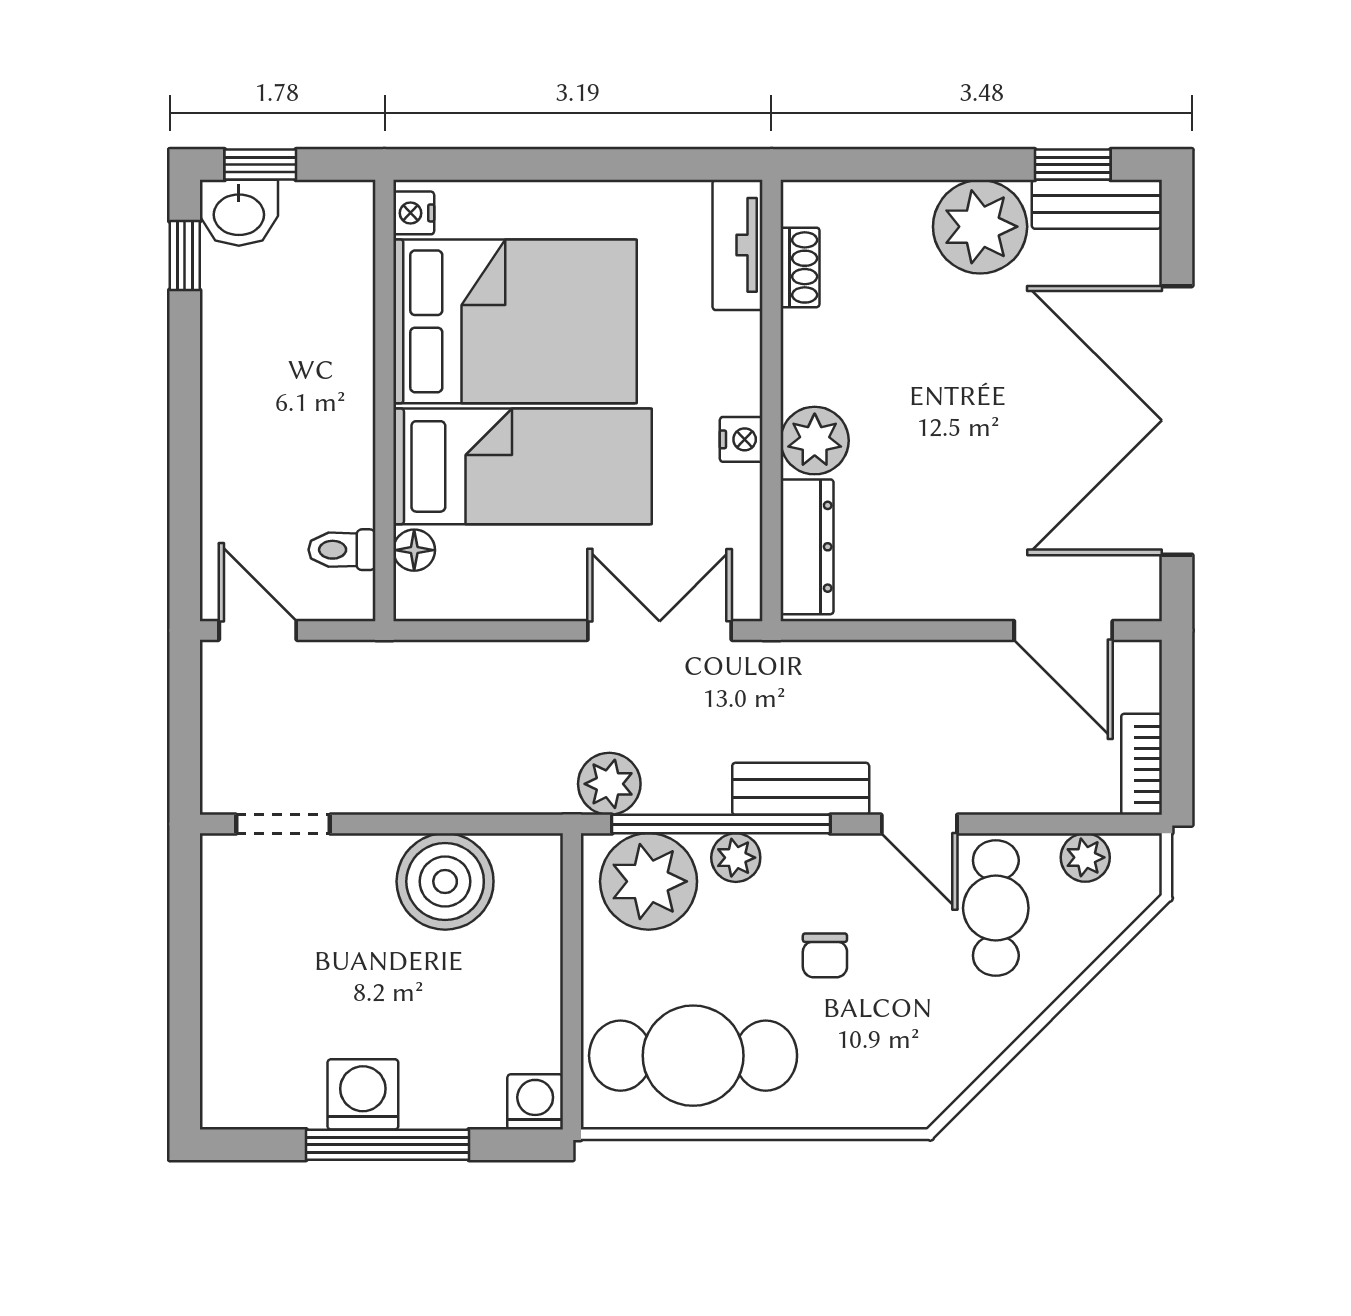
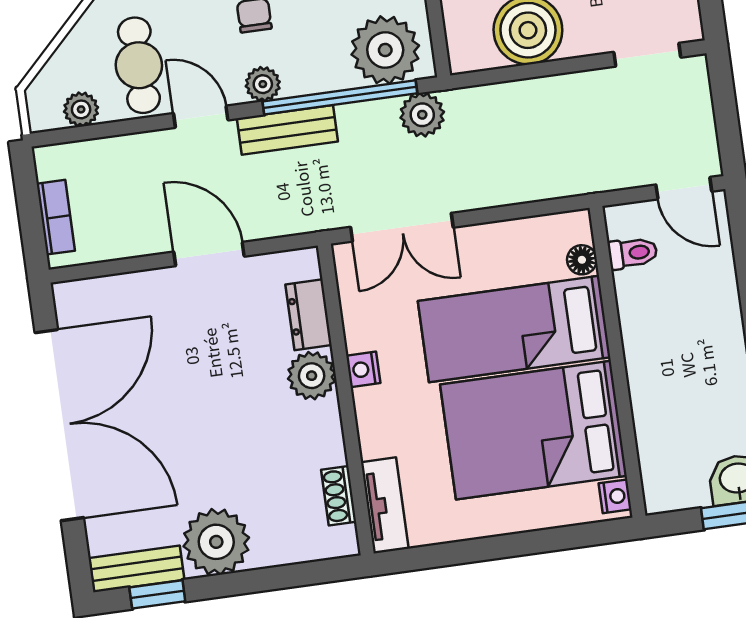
dresser: (807, 547) -> (309, 315), width x0.70
door: (1063, 630) -> (209, 254), moved
bookcase: (1142, 764) -> (56, 217), moved
plant: (736, 858) -> (263, 84), moved

